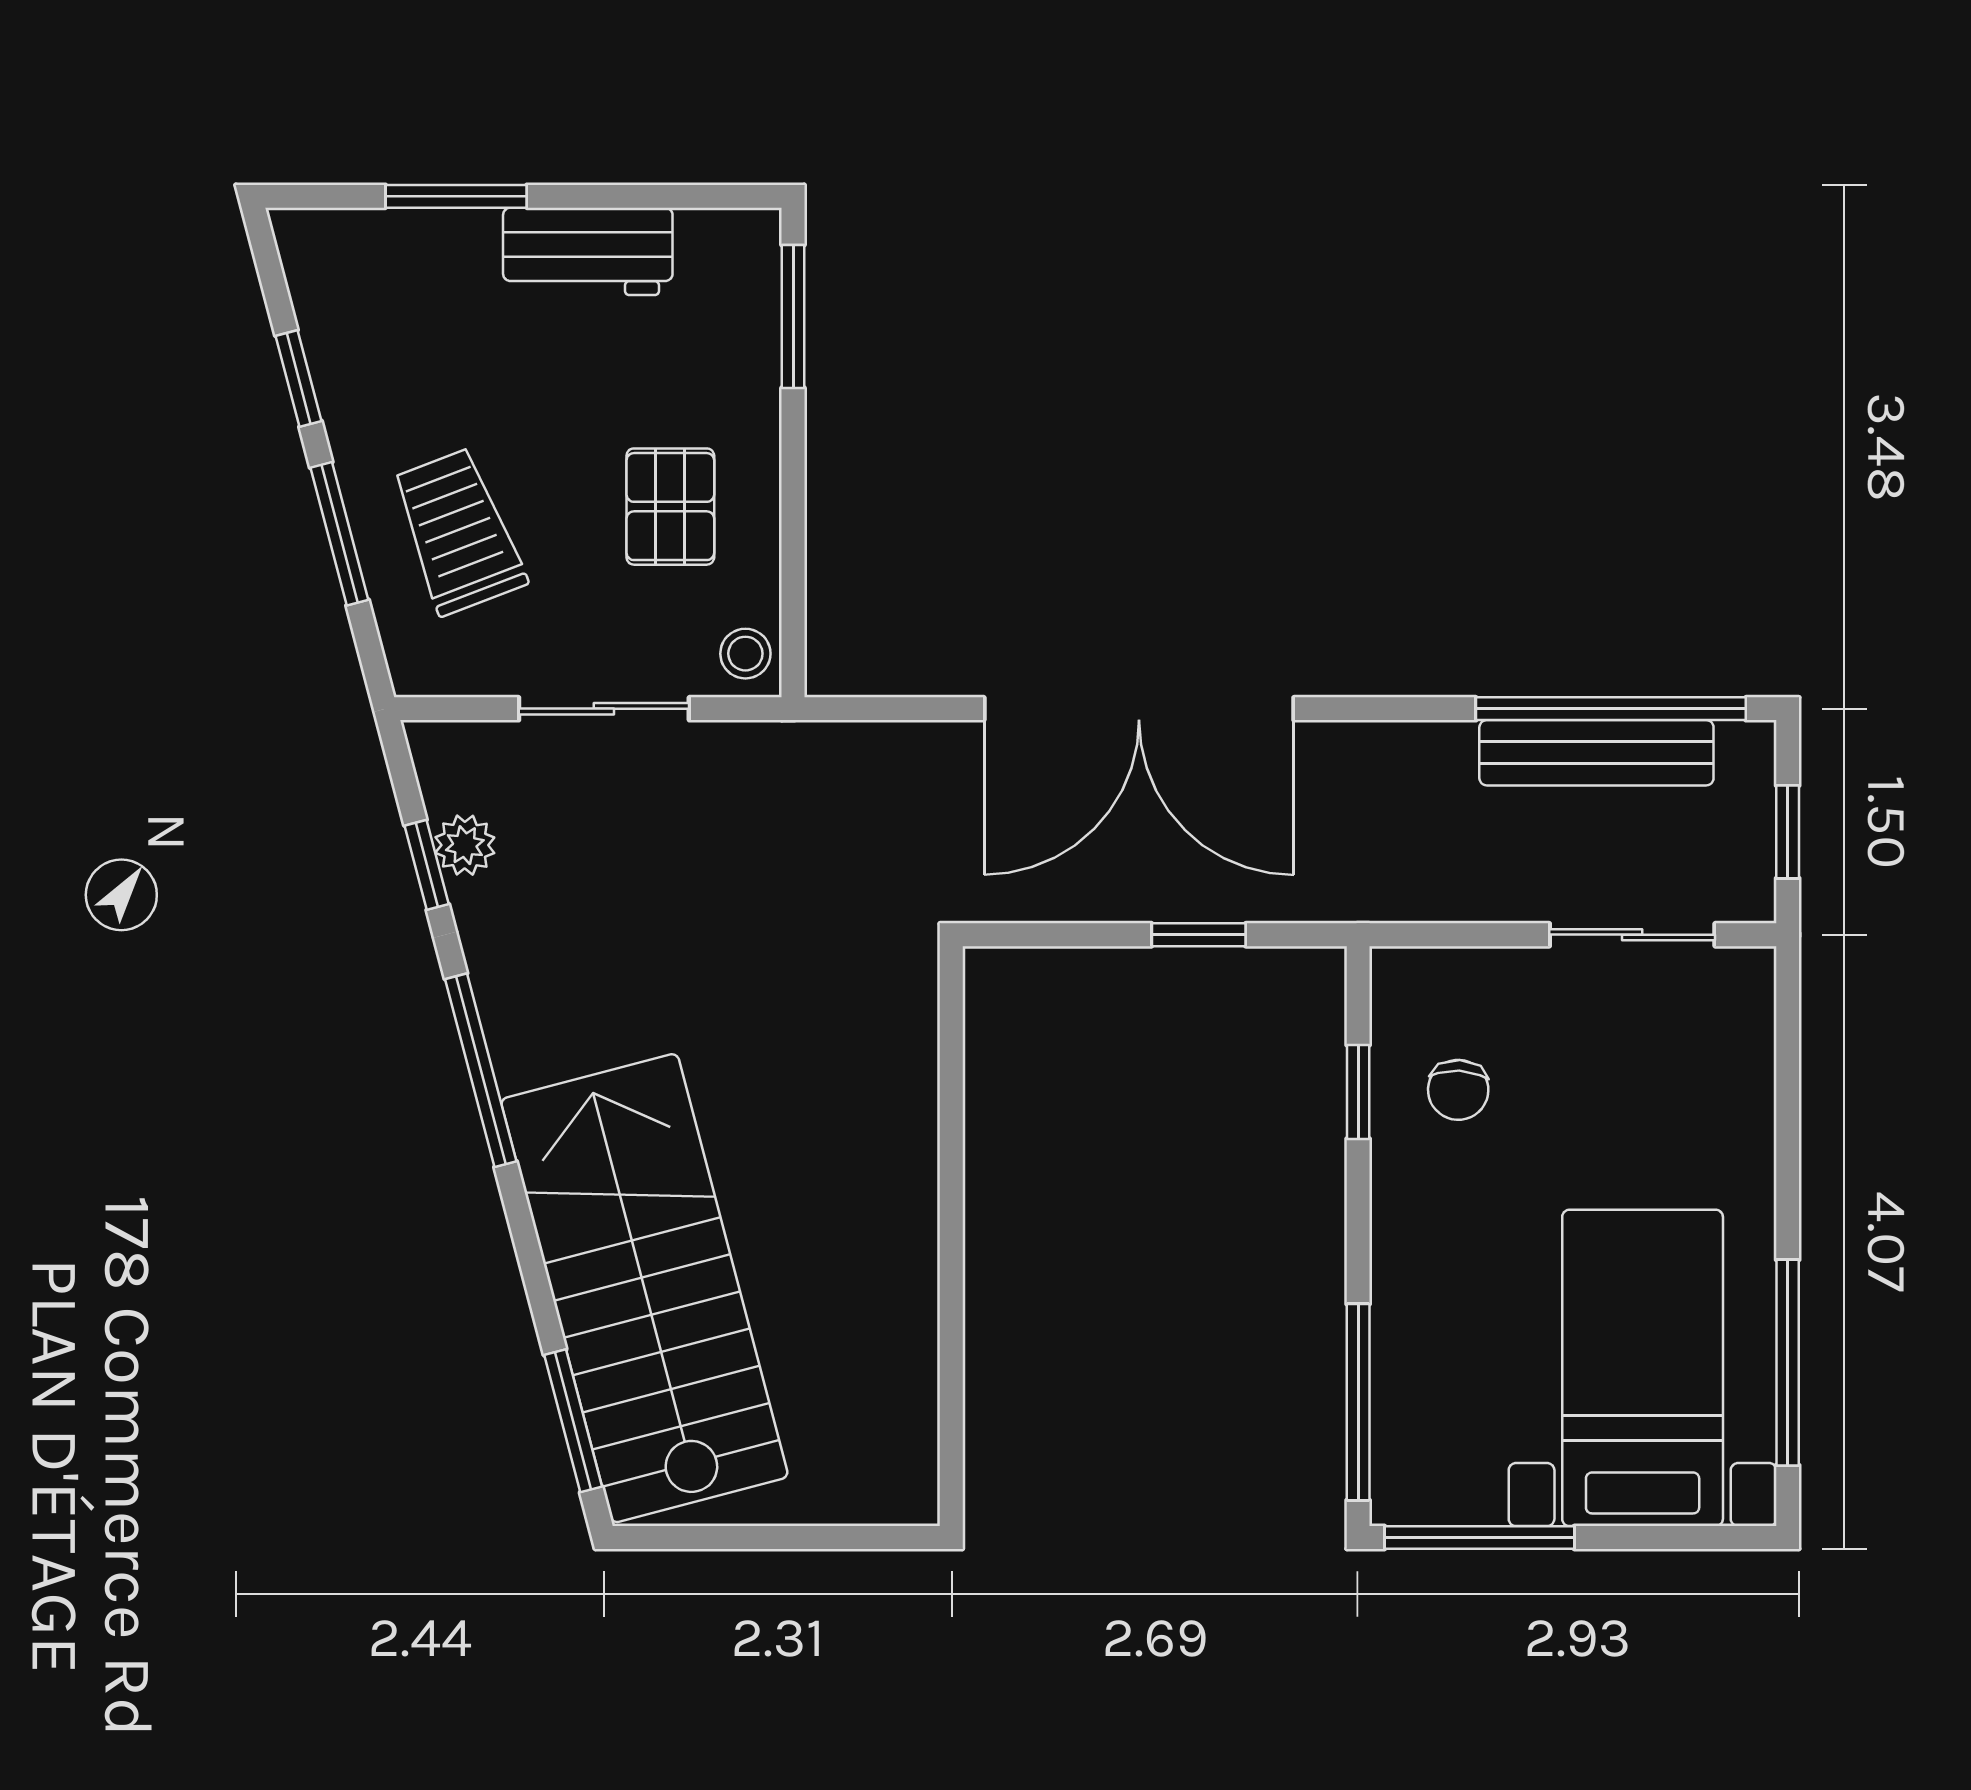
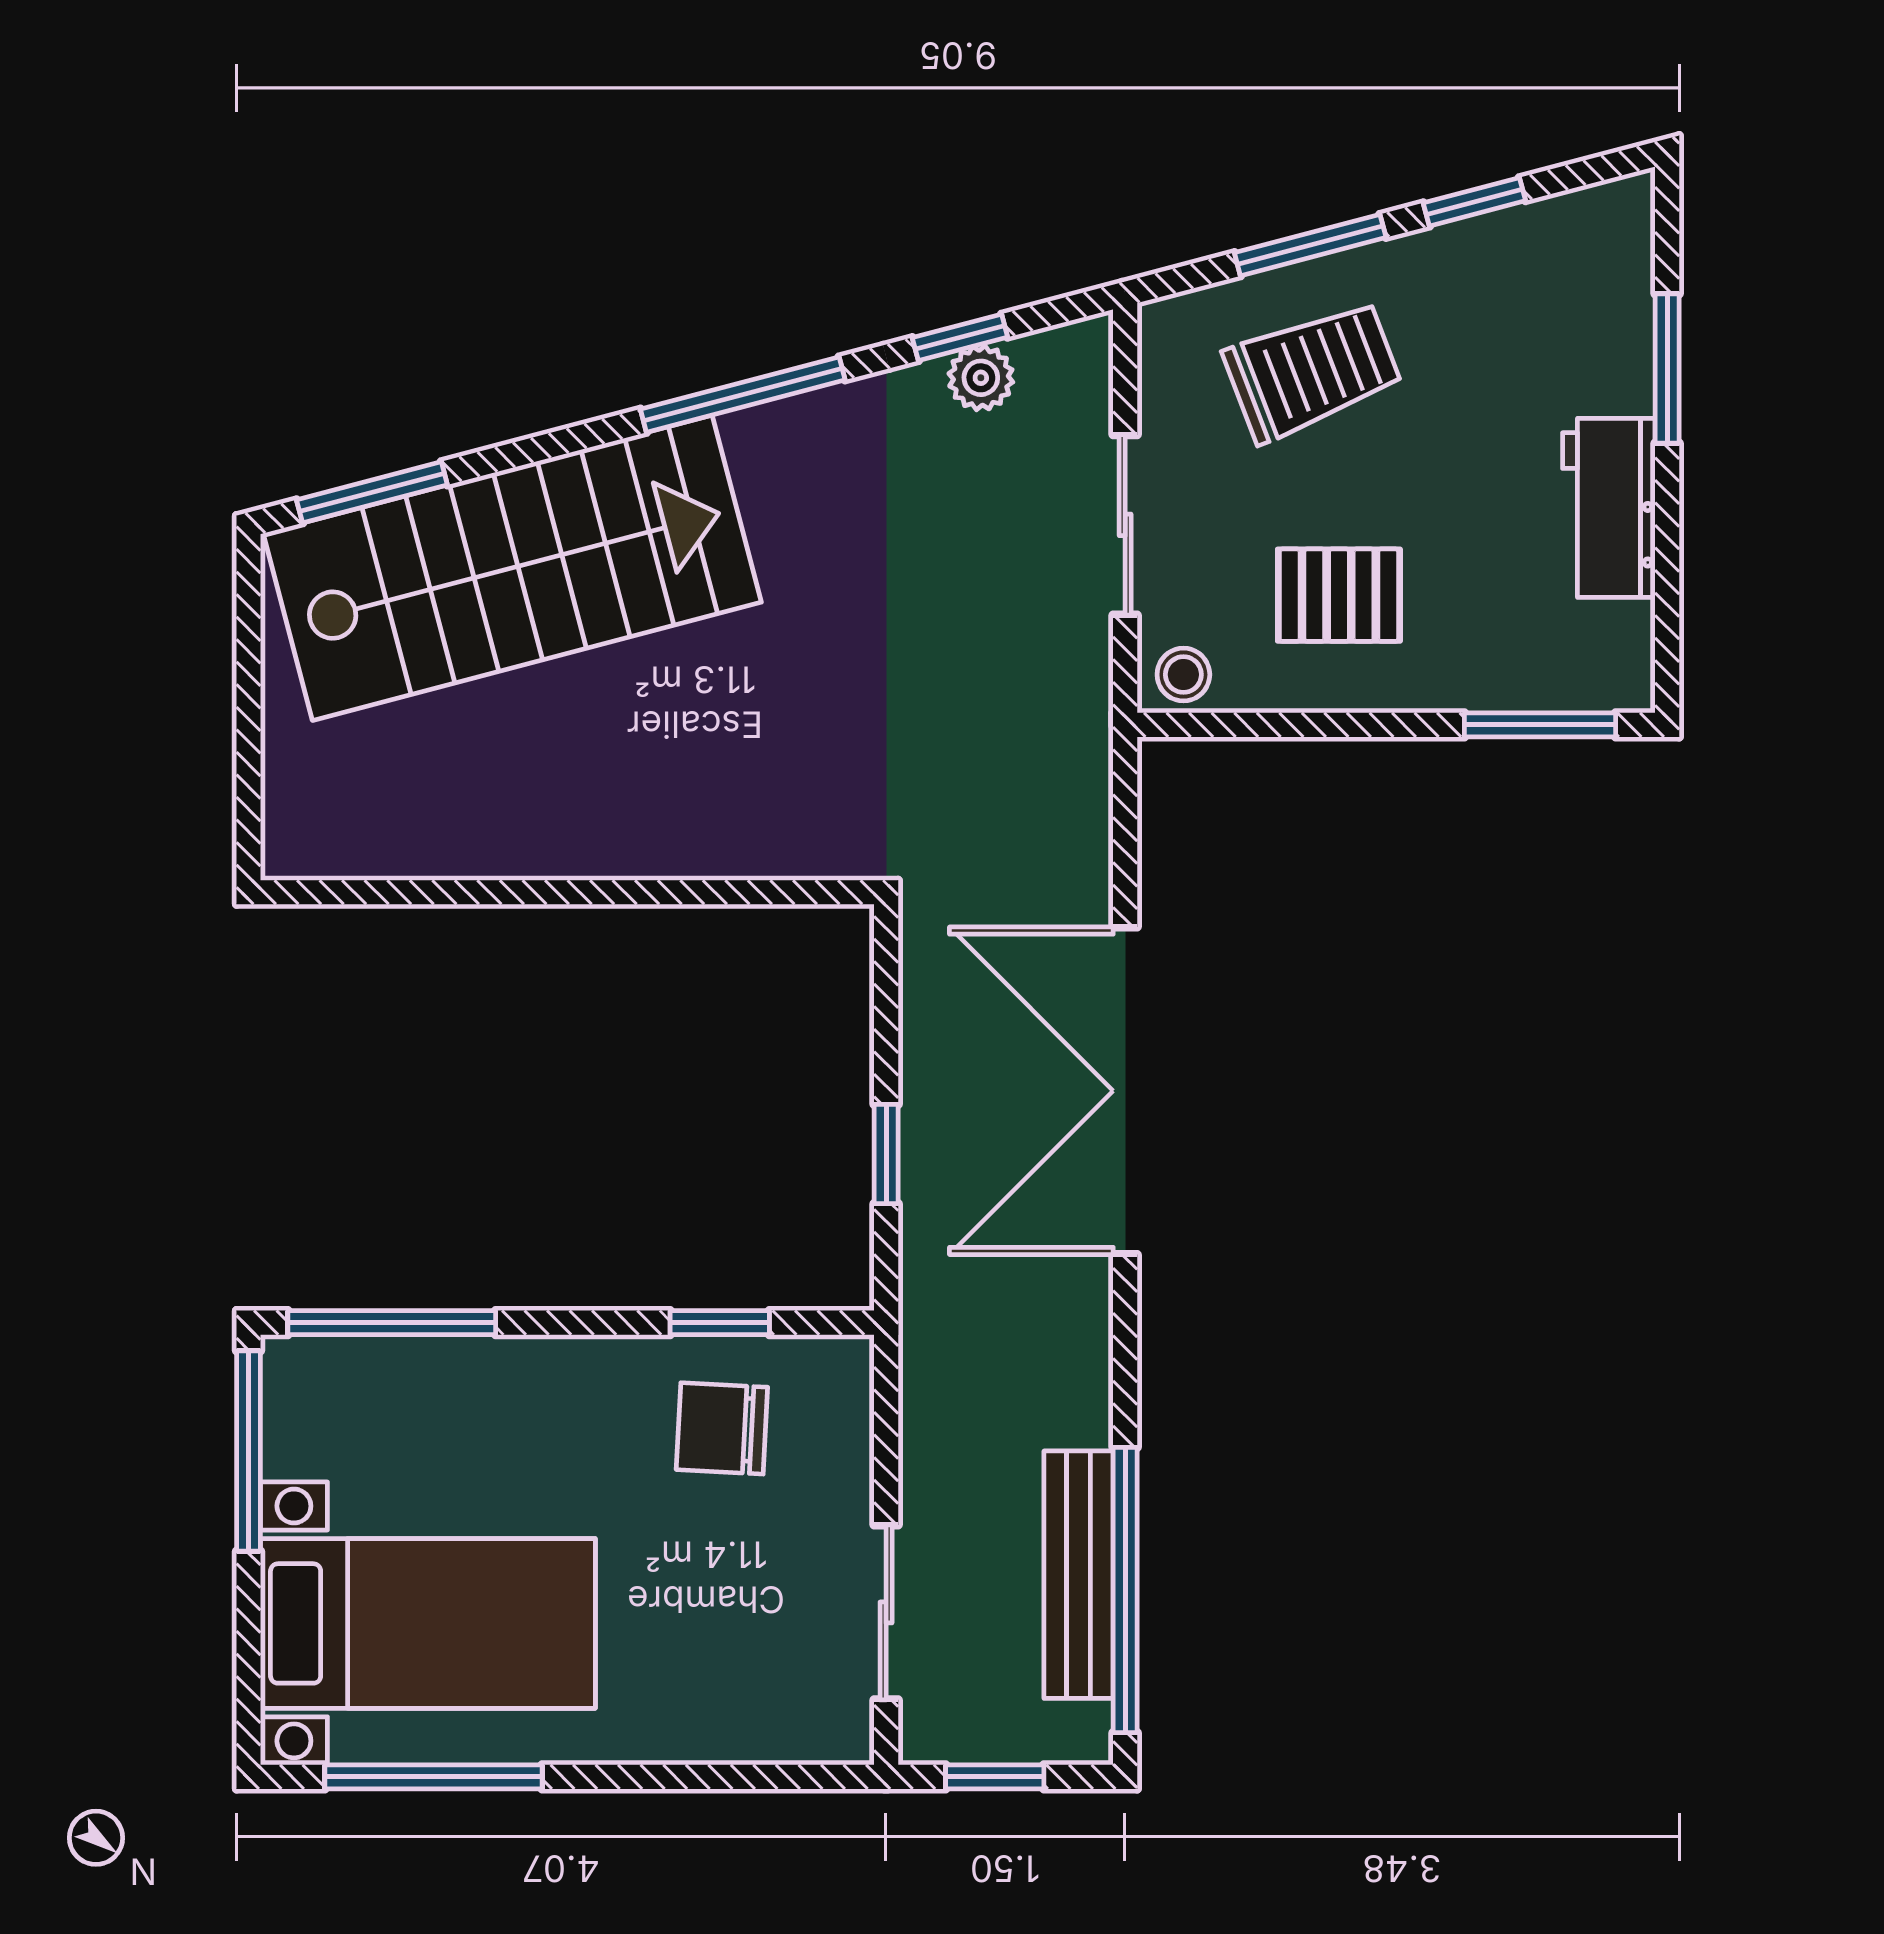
chair: (1458, 1090) -> (722, 1428), width x1.37, depth x1.37

